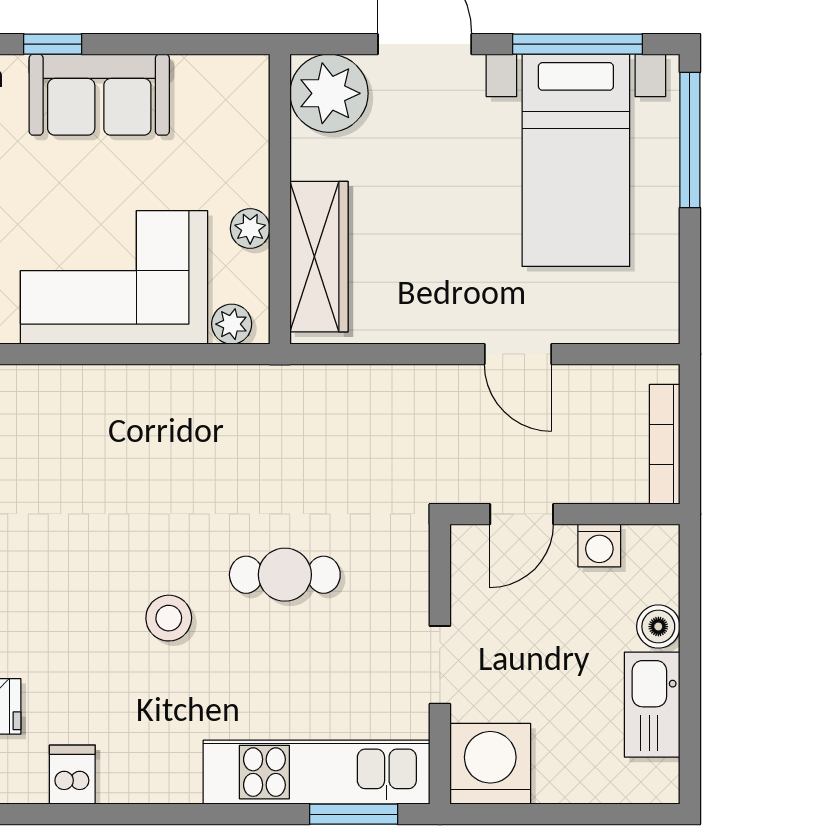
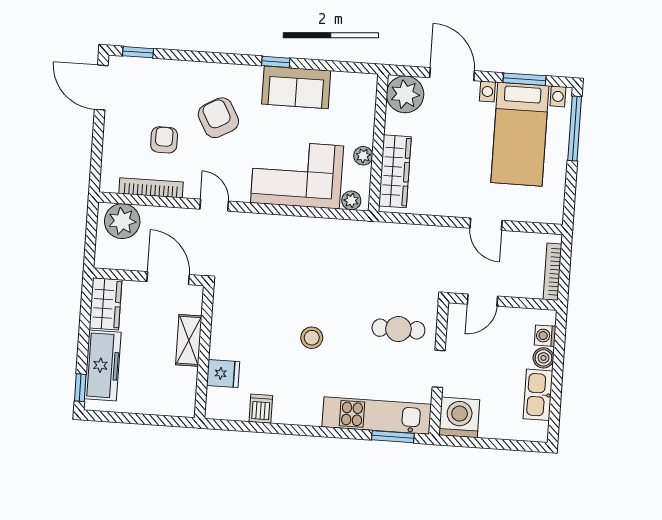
window: (578, 44) -> (524, 79), width x0.69
washing machine: (599, 545) -> (545, 336), moved, turned 90
cafe table: (285, 575) -> (398, 329), moved

